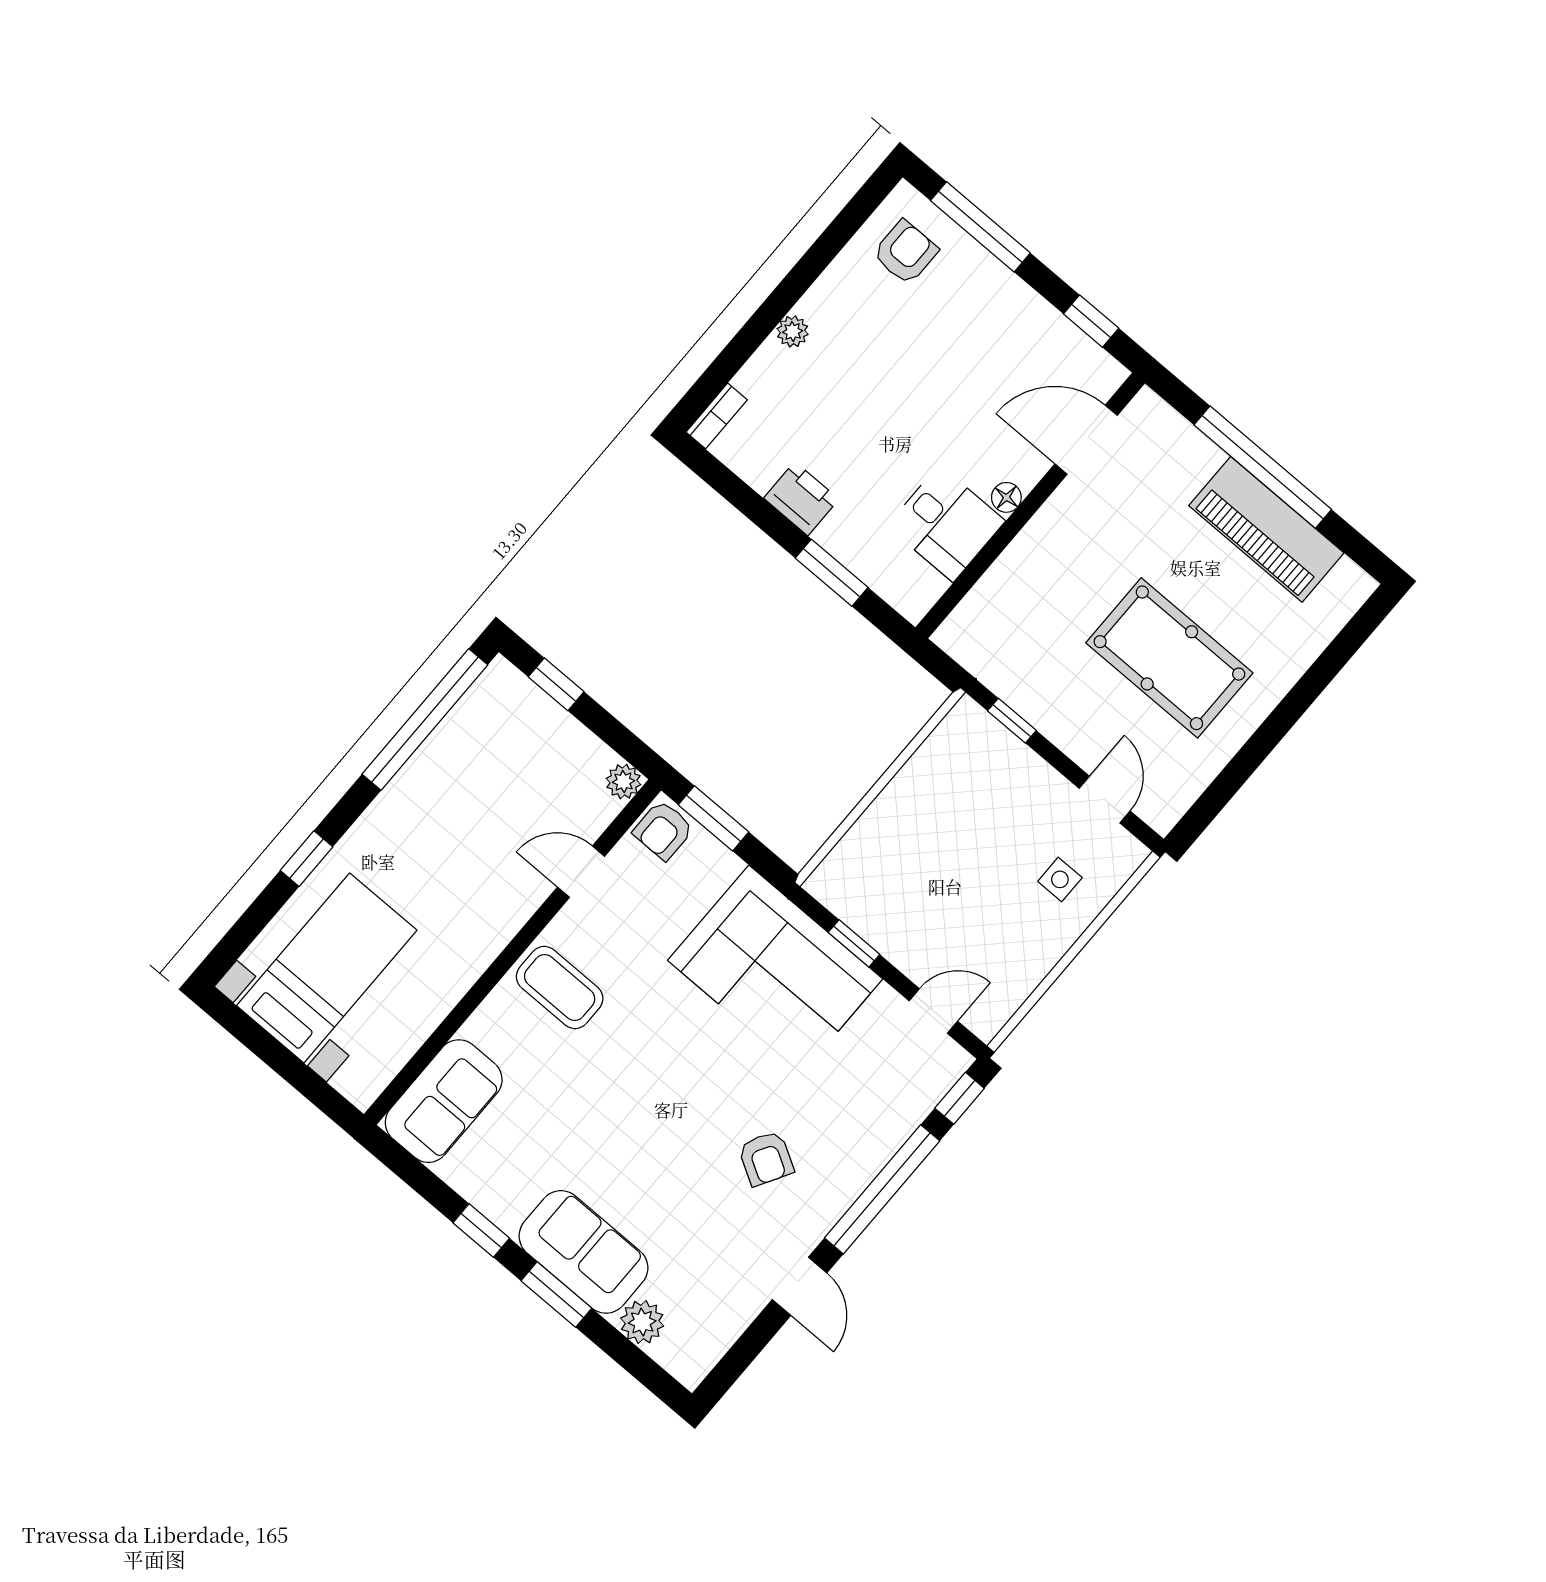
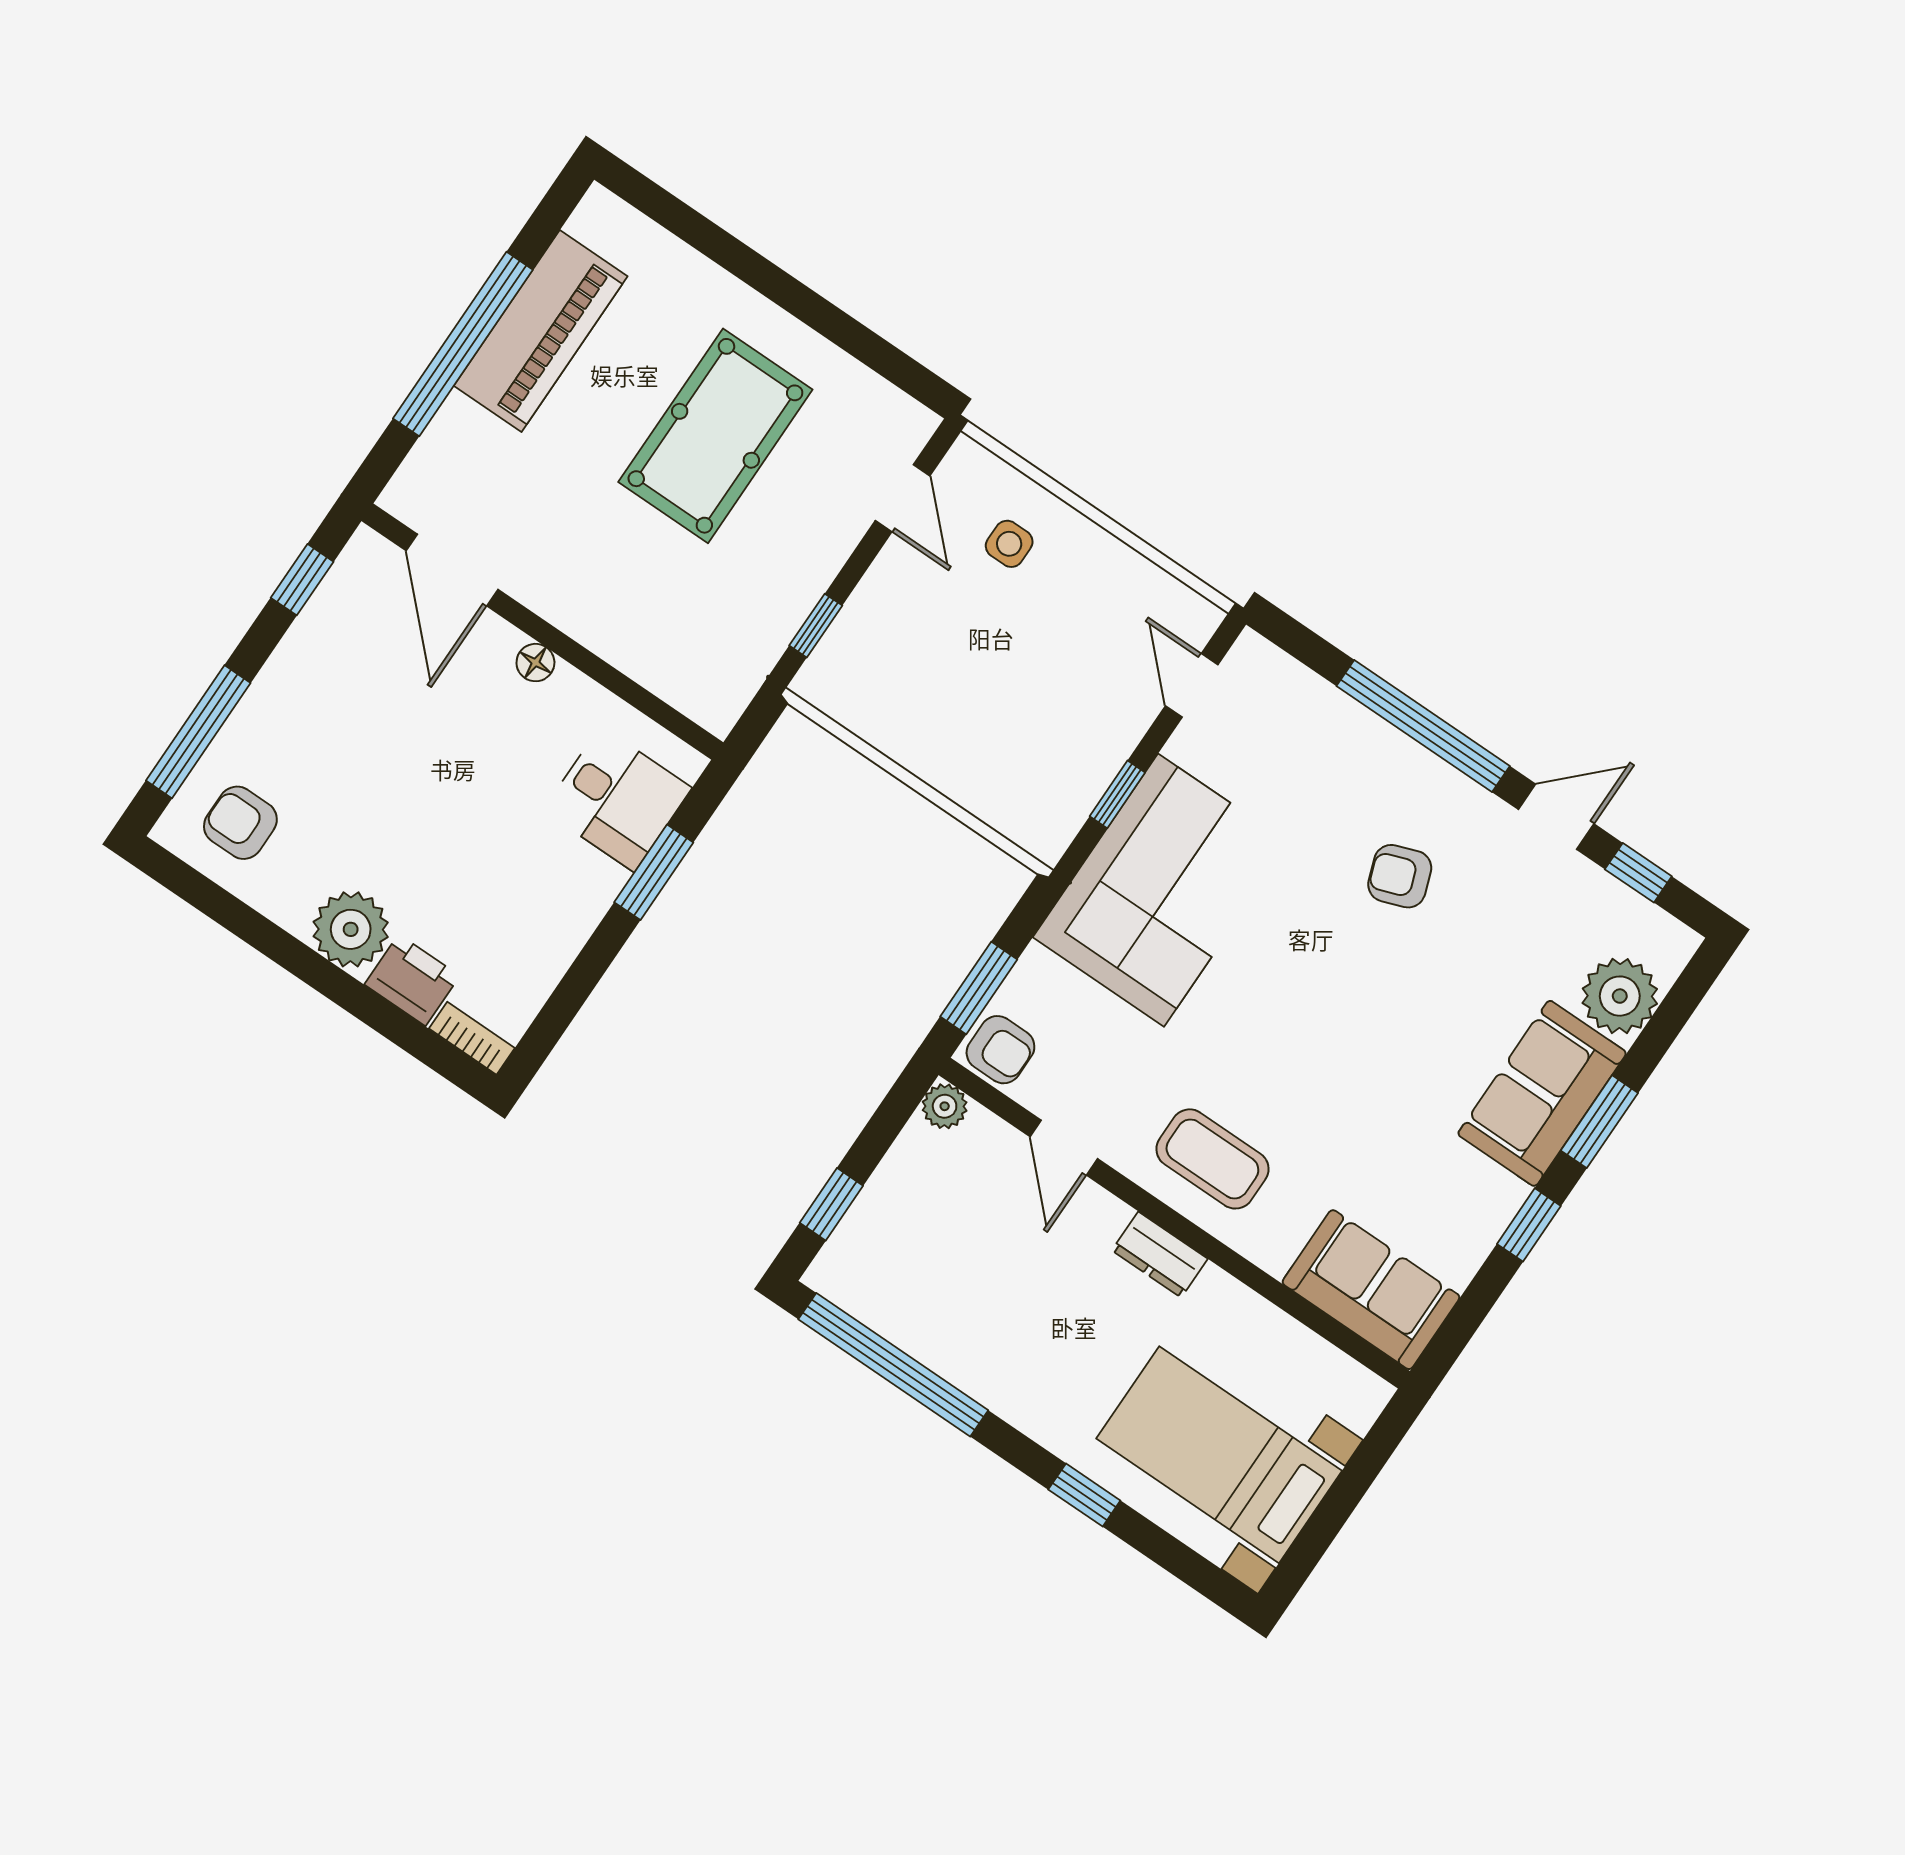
plant: (793, 331) -> (351, 929), width x1.88, depth x1.88
printer: (801, 499) -> (412, 980), moved, turned 90
desk: (946, 523) -> (617, 799), moved, turned 90
door: (1105, 800) -> (903, 498), swing flipped
dresser: (489, 938) -> (1160, 1255), added
coffee table: (560, 988) -> (1212, 1159), turned 90
window: (960, 1098) -> (1638, 873), moved
armchair: (766, 1158) -> (1400, 876), turned -140
plant: (642, 1322) -> (1620, 996), width x1.36, depth x1.36

